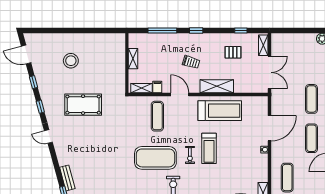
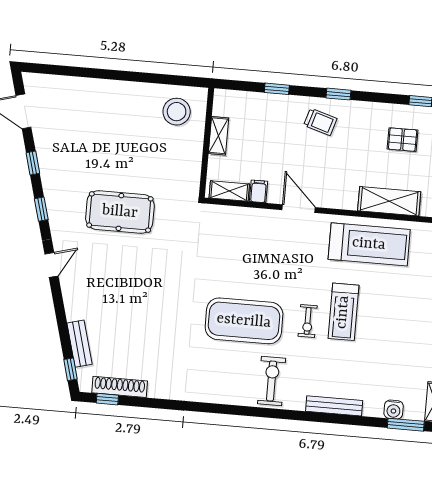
window: (162, 30) -> (277, 89), width x0.46
stool: (71, 61) -> (177, 112), moved
trolley: (191, 62) -> (320, 122), moved
shelving: (217, 86) -> (389, 201), moved
exercise mat: (157, 116) -> (254, 245), removed
door: (48, 136) -> (51, 265), swing flipped

